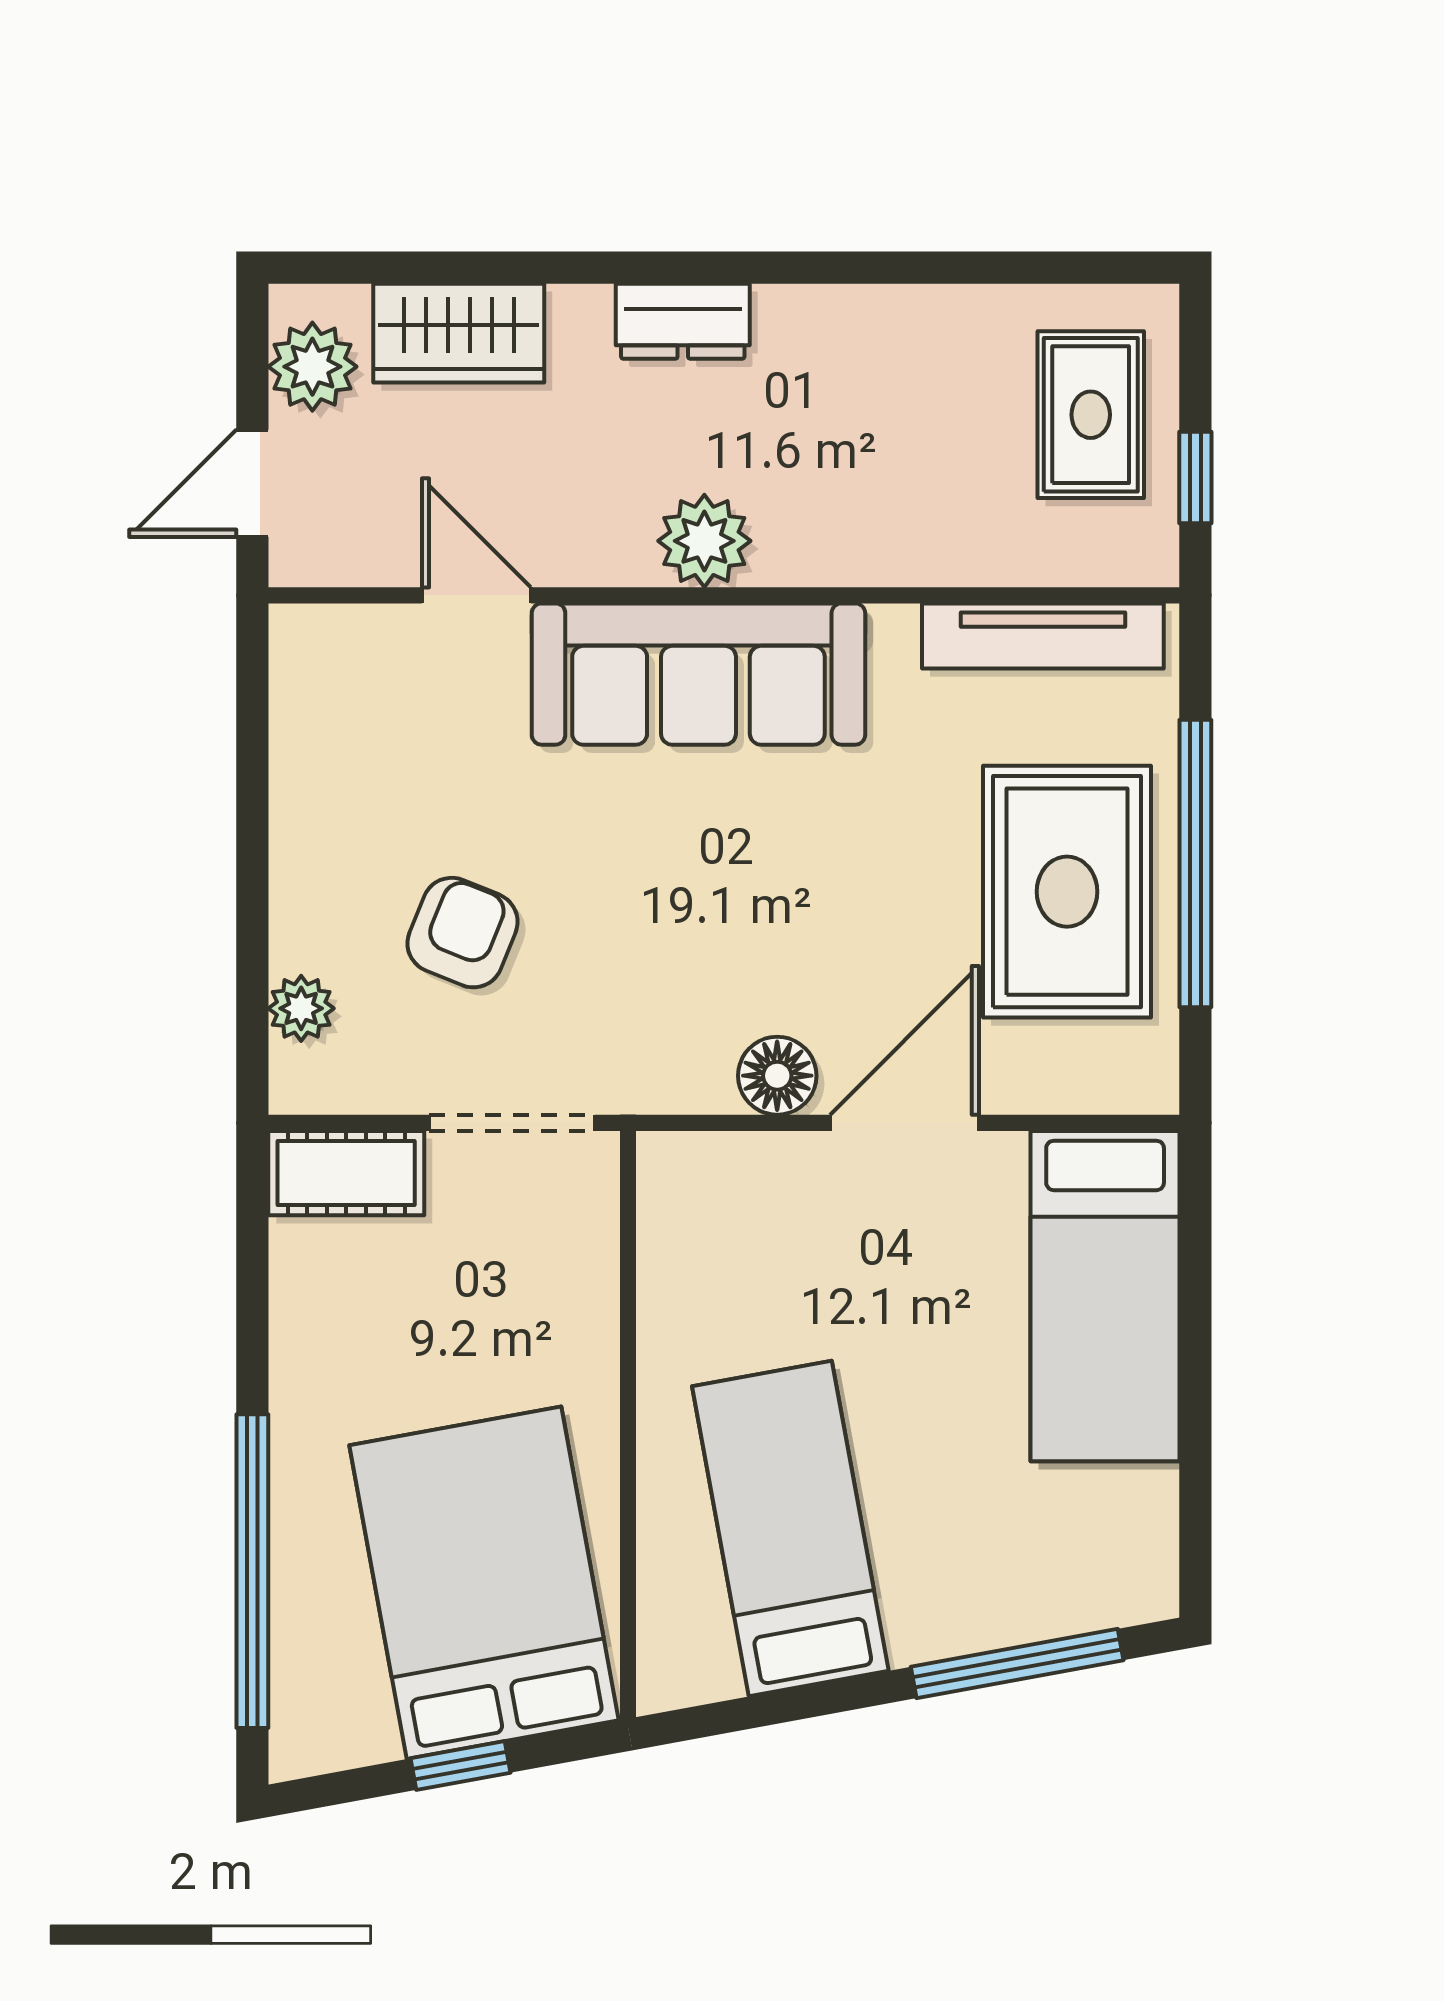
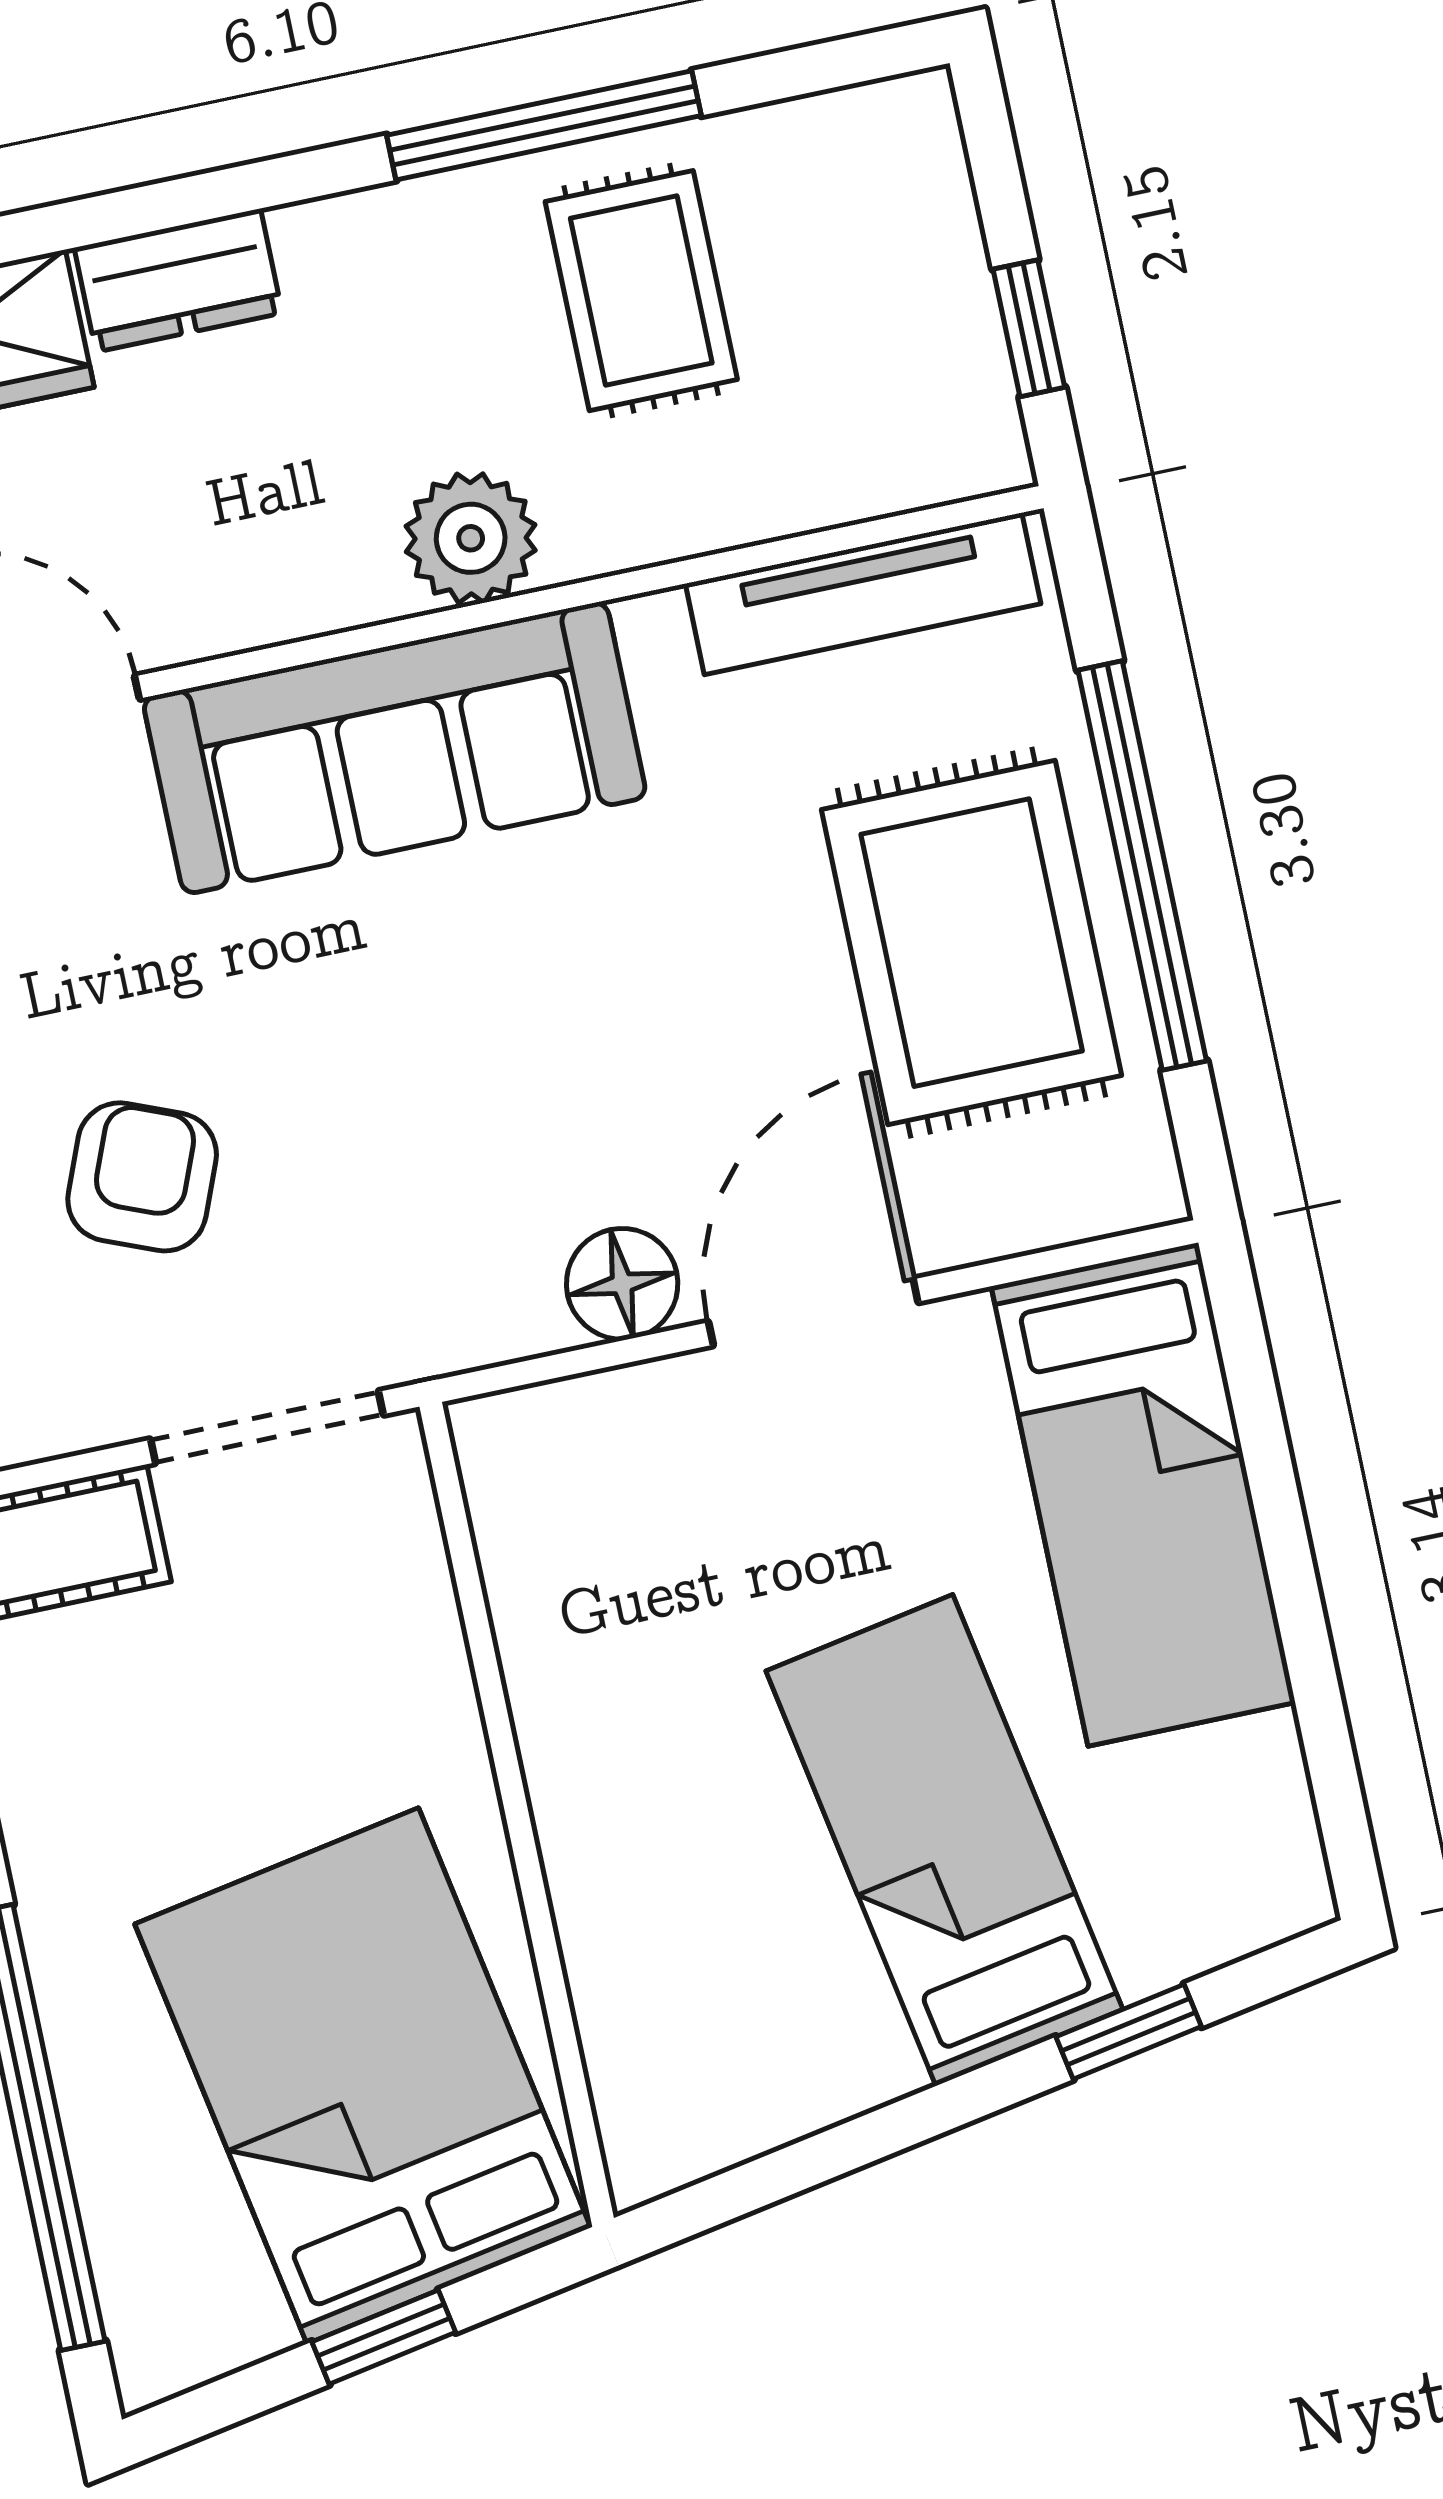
window: (891, 268) -> (544, 125), added
dresser: (683, 321) -> (178, 280), moved
rug: (1091, 415) -> (641, 291), moved
plant: (704, 541) -> (471, 538), moved
bed: (790, 1529) -> (944, 1840), moved
window: (1017, 1663) -> (1129, 2032), width x0.46

